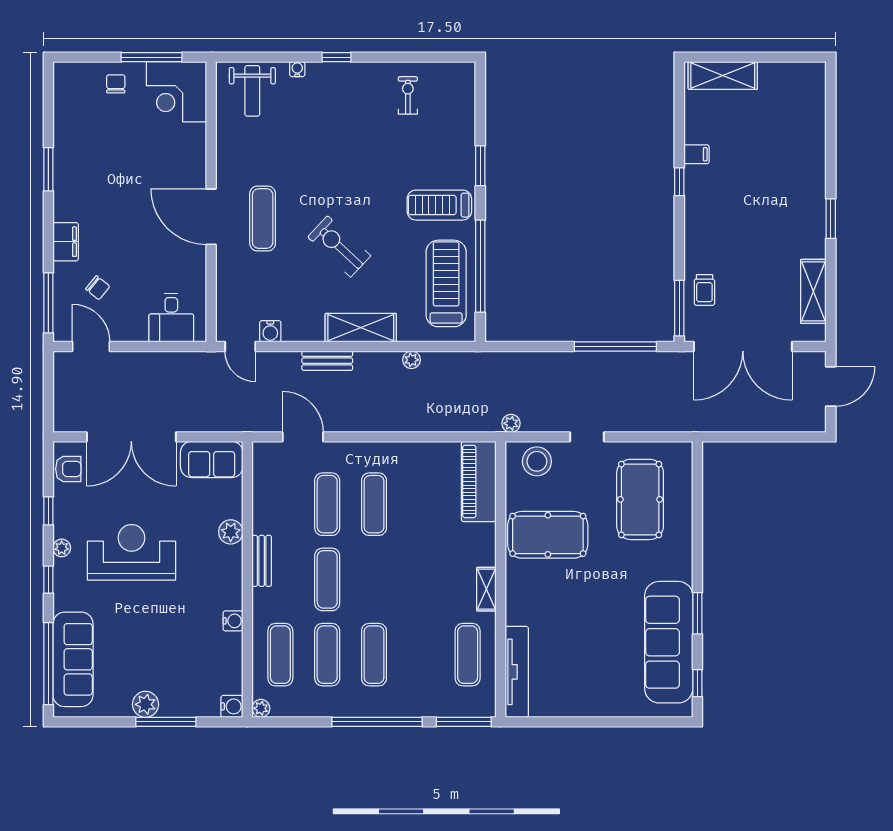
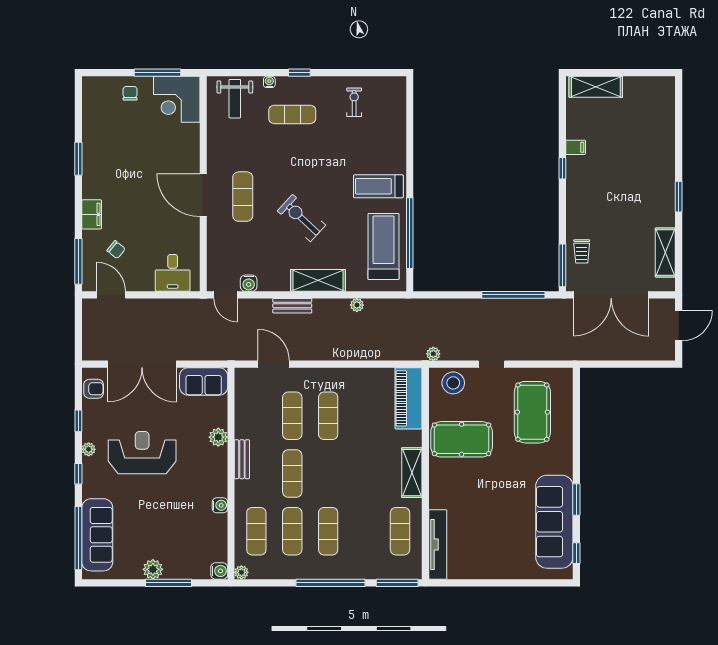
exercise mat: (327, 111) -> (292, 114), added
window: (480, 166) -> (410, 156), removed
shelving: (486, 589) -> (412, 473), width x1.50, depth x1.33

